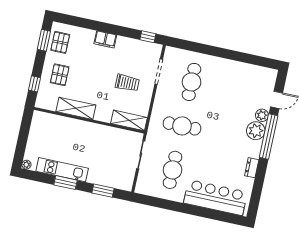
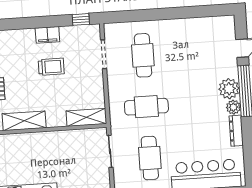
filing cabinet: (105, 39) -> (47, 35), moved
trolley: (127, 83) -> (51, 67), moved
plant: (262, 115) -> (233, 107), moved
dresser: (252, 168) -> (236, 131), width x1.44

